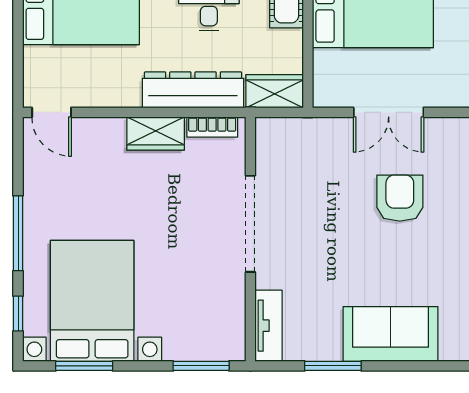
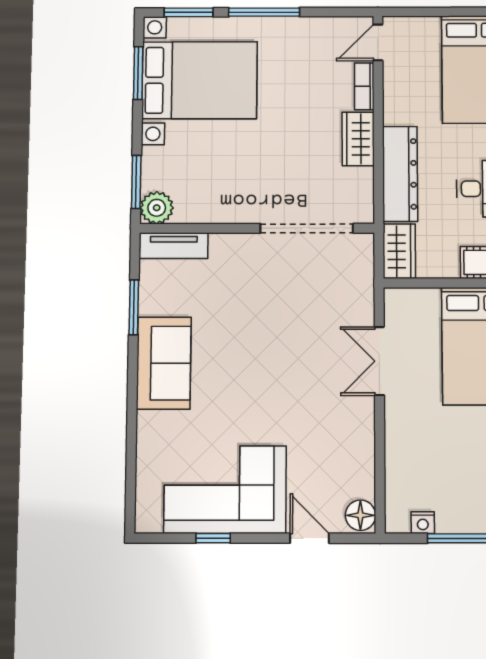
bookcase: (212, 127) -> (364, 86), moved
armchair: (400, 198) -> (296, 372), removed
doorway: (250, 224) -> (307, 228), moved
window: (18, 314) -> (189, 12), width x1.50
plant: (229, 344) -> (157, 208), added

